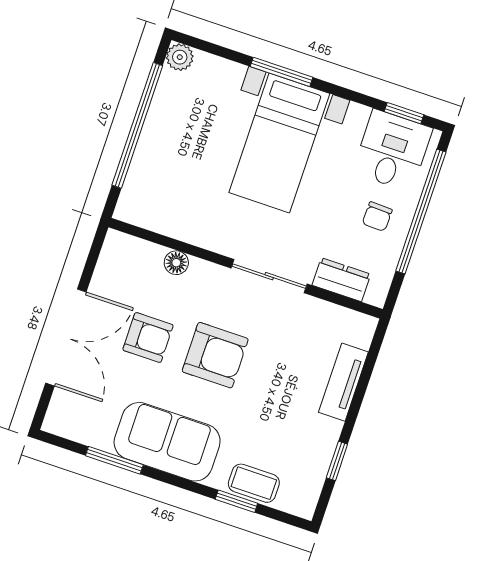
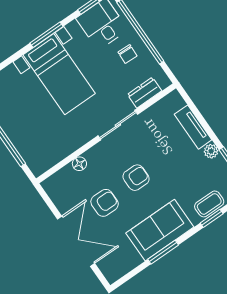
window: (282, 72) -> (47, 35), moved
armchair: (215, 355) -> (136, 178), width x0.72, depth x0.72
plant: (329, 432) -> (211, 151), added
window: (114, 460) -> (163, 252), moved

